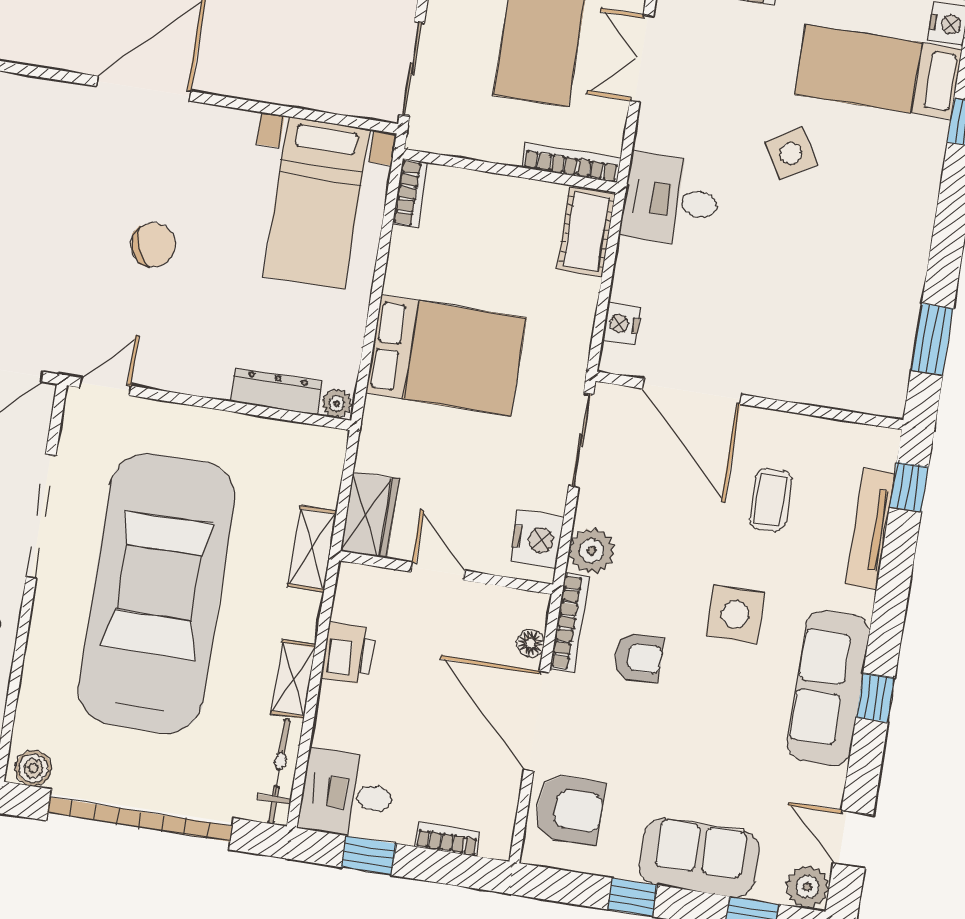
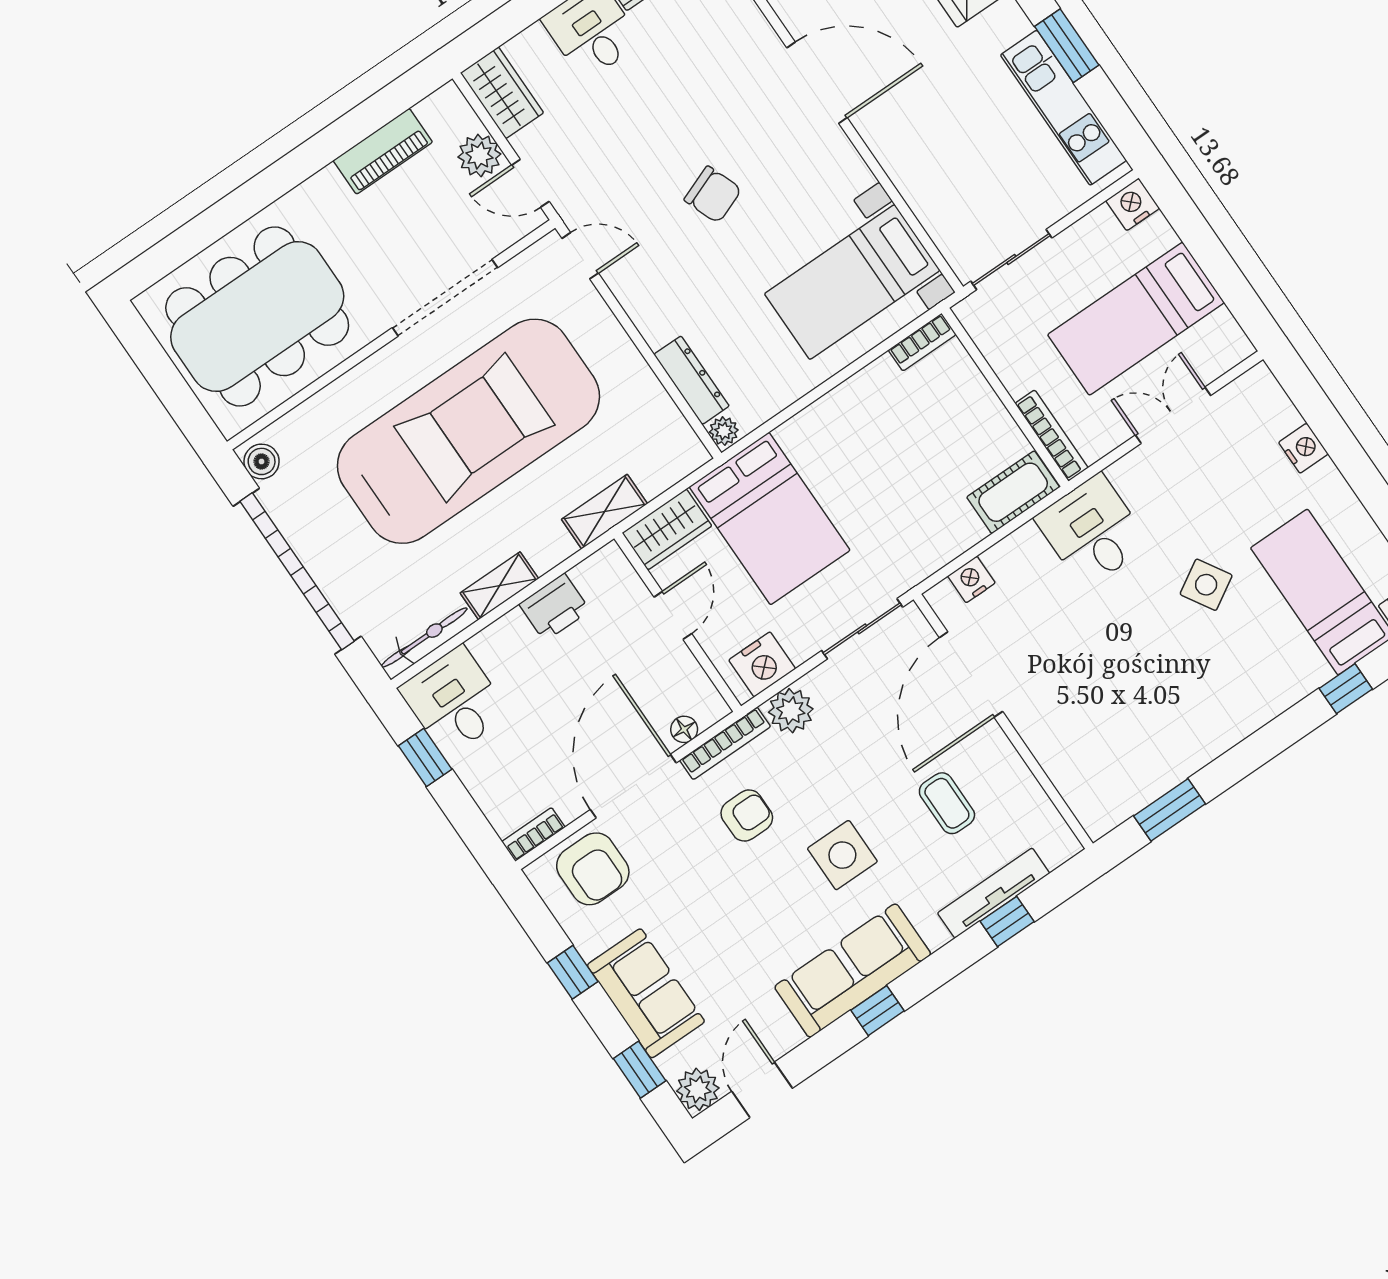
bed: (446, 355) -> (770, 519), moved
window: (909, 487) -> (1007, 921), moved
coffee table: (771, 500) -> (947, 803), turned 90
armchair: (639, 657) -> (747, 816), turned -90
bookcase: (447, 839) -> (533, 834), moved, turned -90

